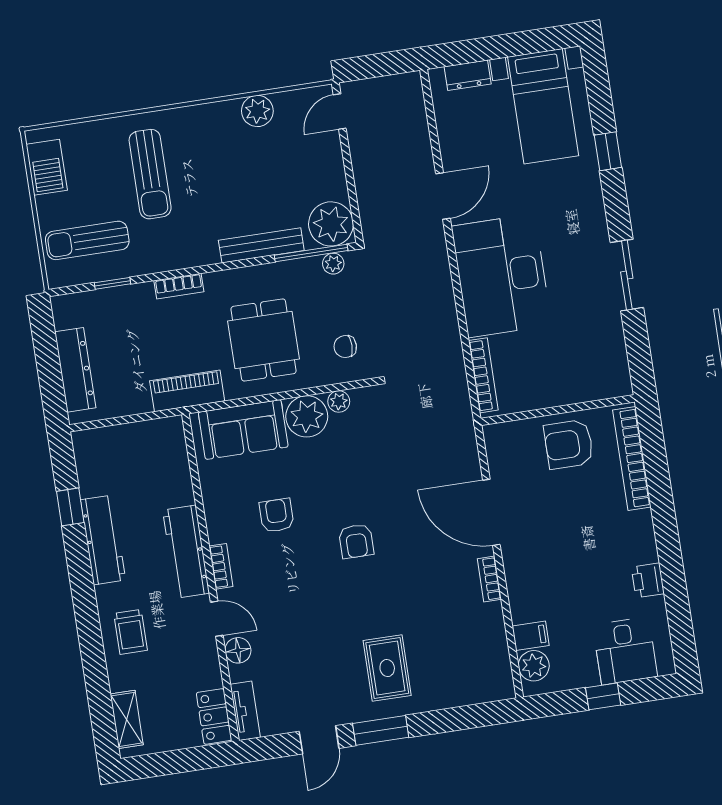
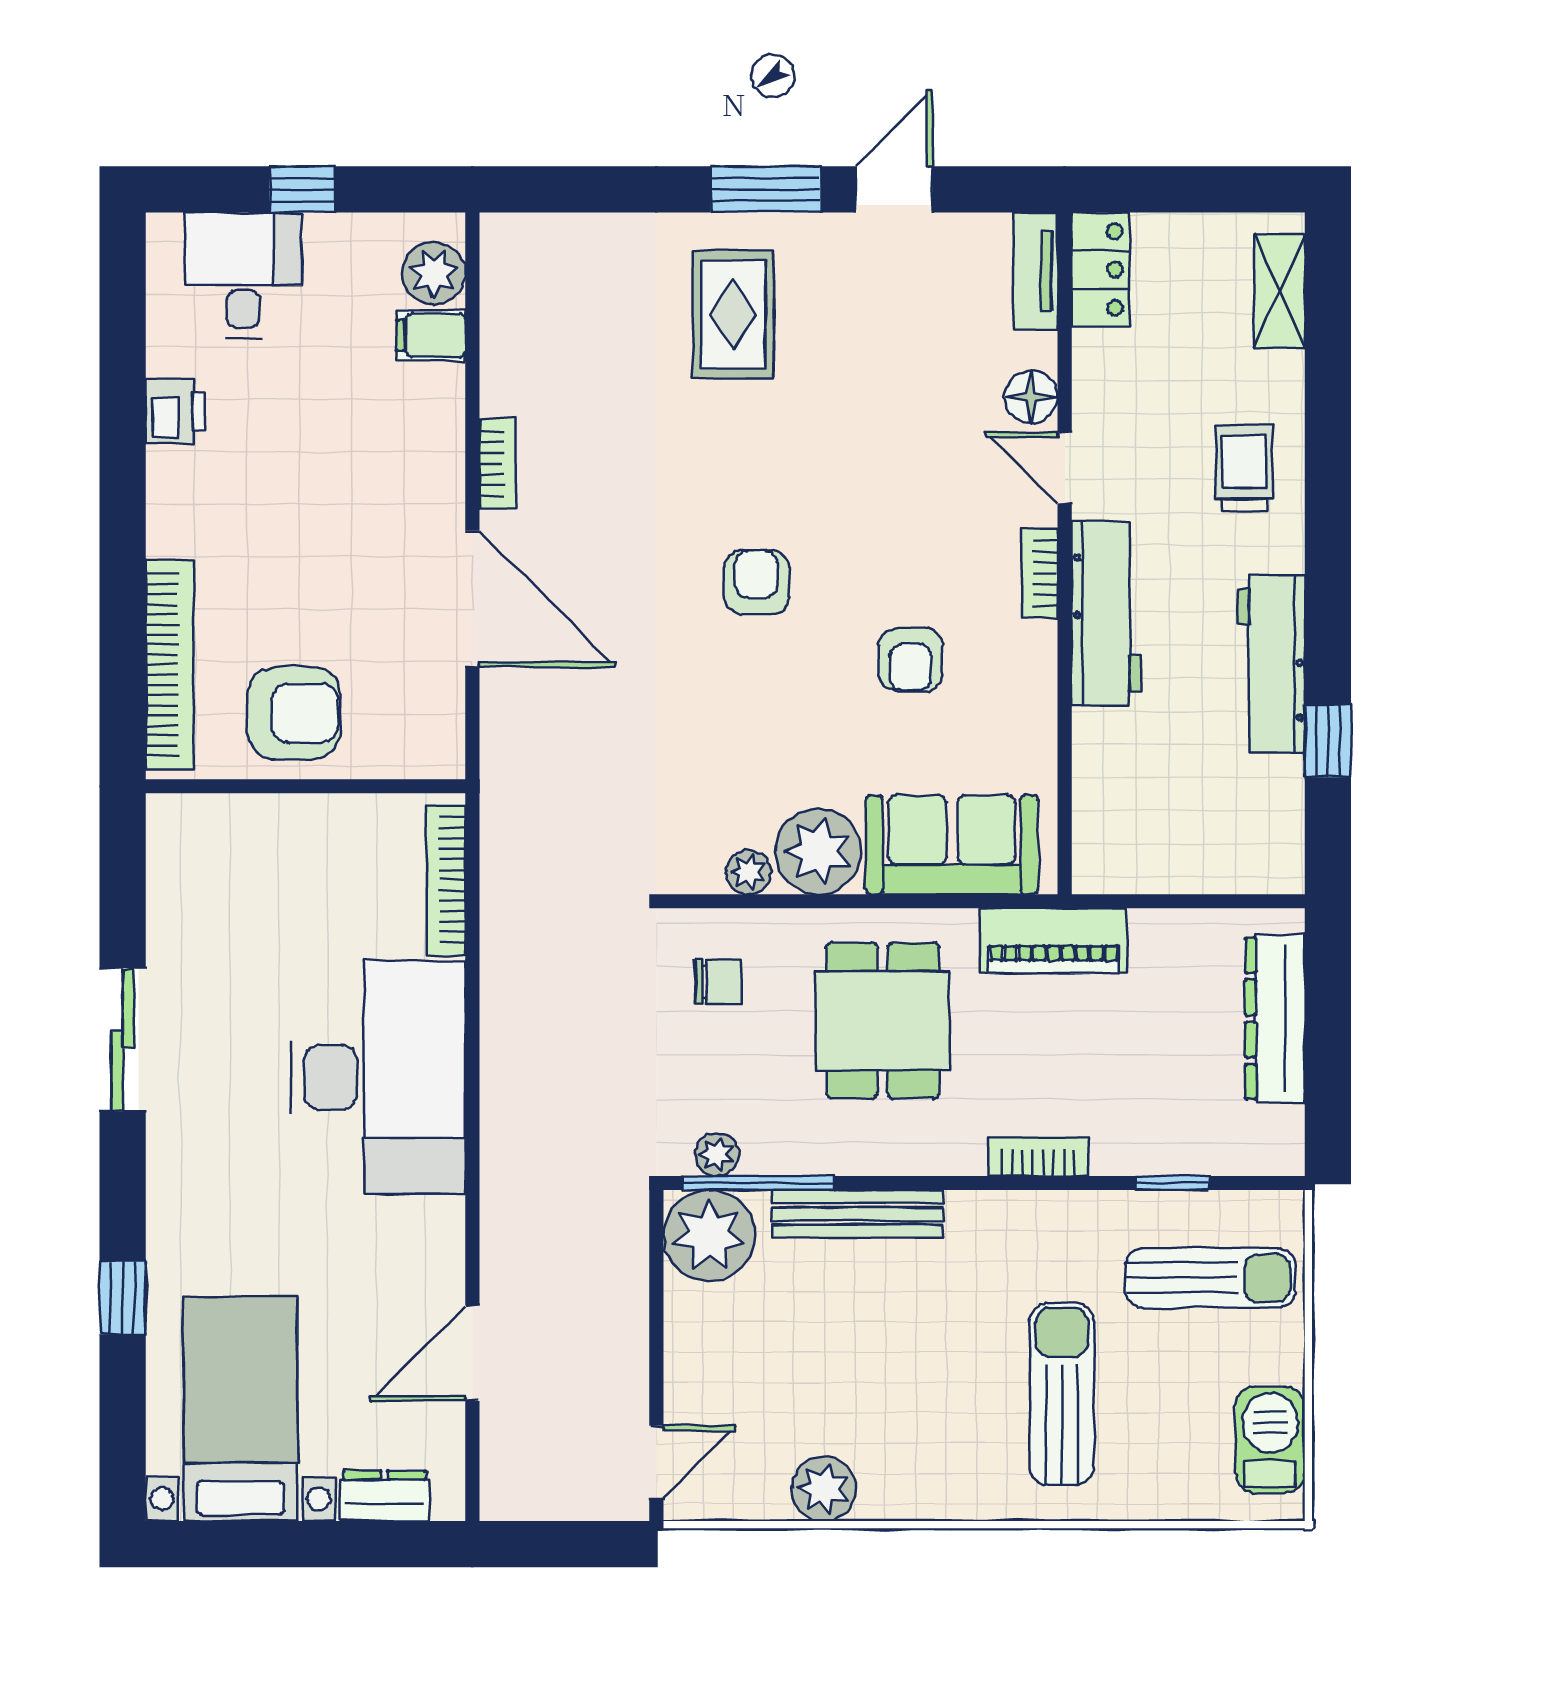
door: (443, 196) -> (472, 1353), moved

